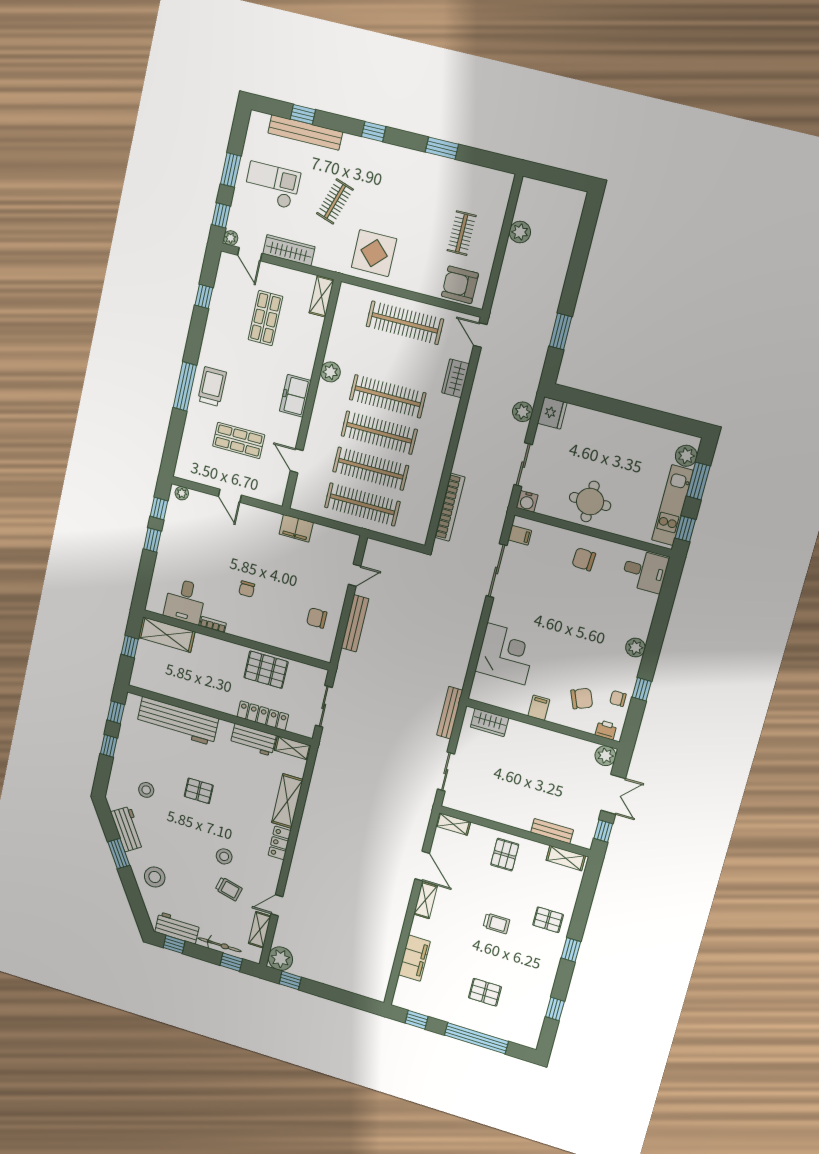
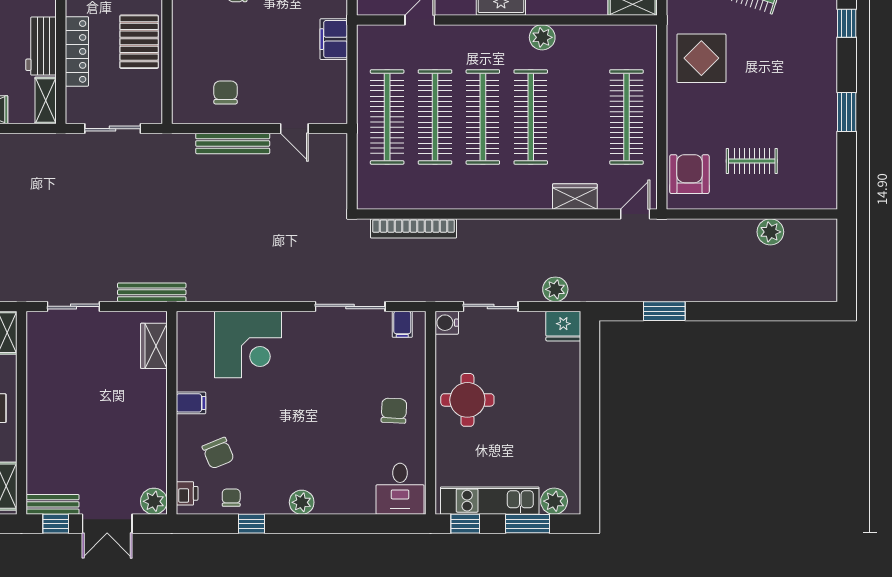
bench: (552, 831) -> (52, 504), moved, turned 90

